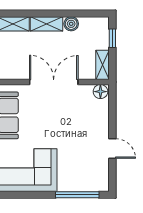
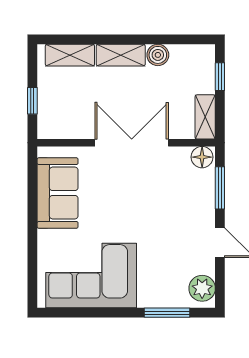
window: (112, 112) -> (220, 188), added
plant: (101, 179) -> (202, 288), added
window: (77, 195) -> (167, 313), width x0.69

